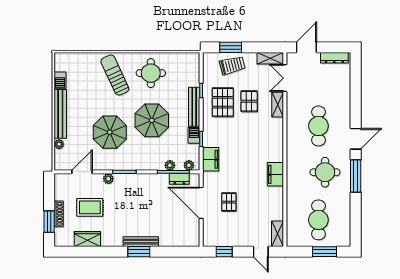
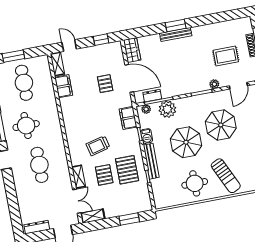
trolley: (232, 65) -> (98, 146), moved
plant: (170, 165) -> (167, 109), width x1.88, depth x1.88
filing cabinet: (275, 174) -> (64, 86), moved
wardrobe: (87, 239) -> (132, 50), moved, turned -90

